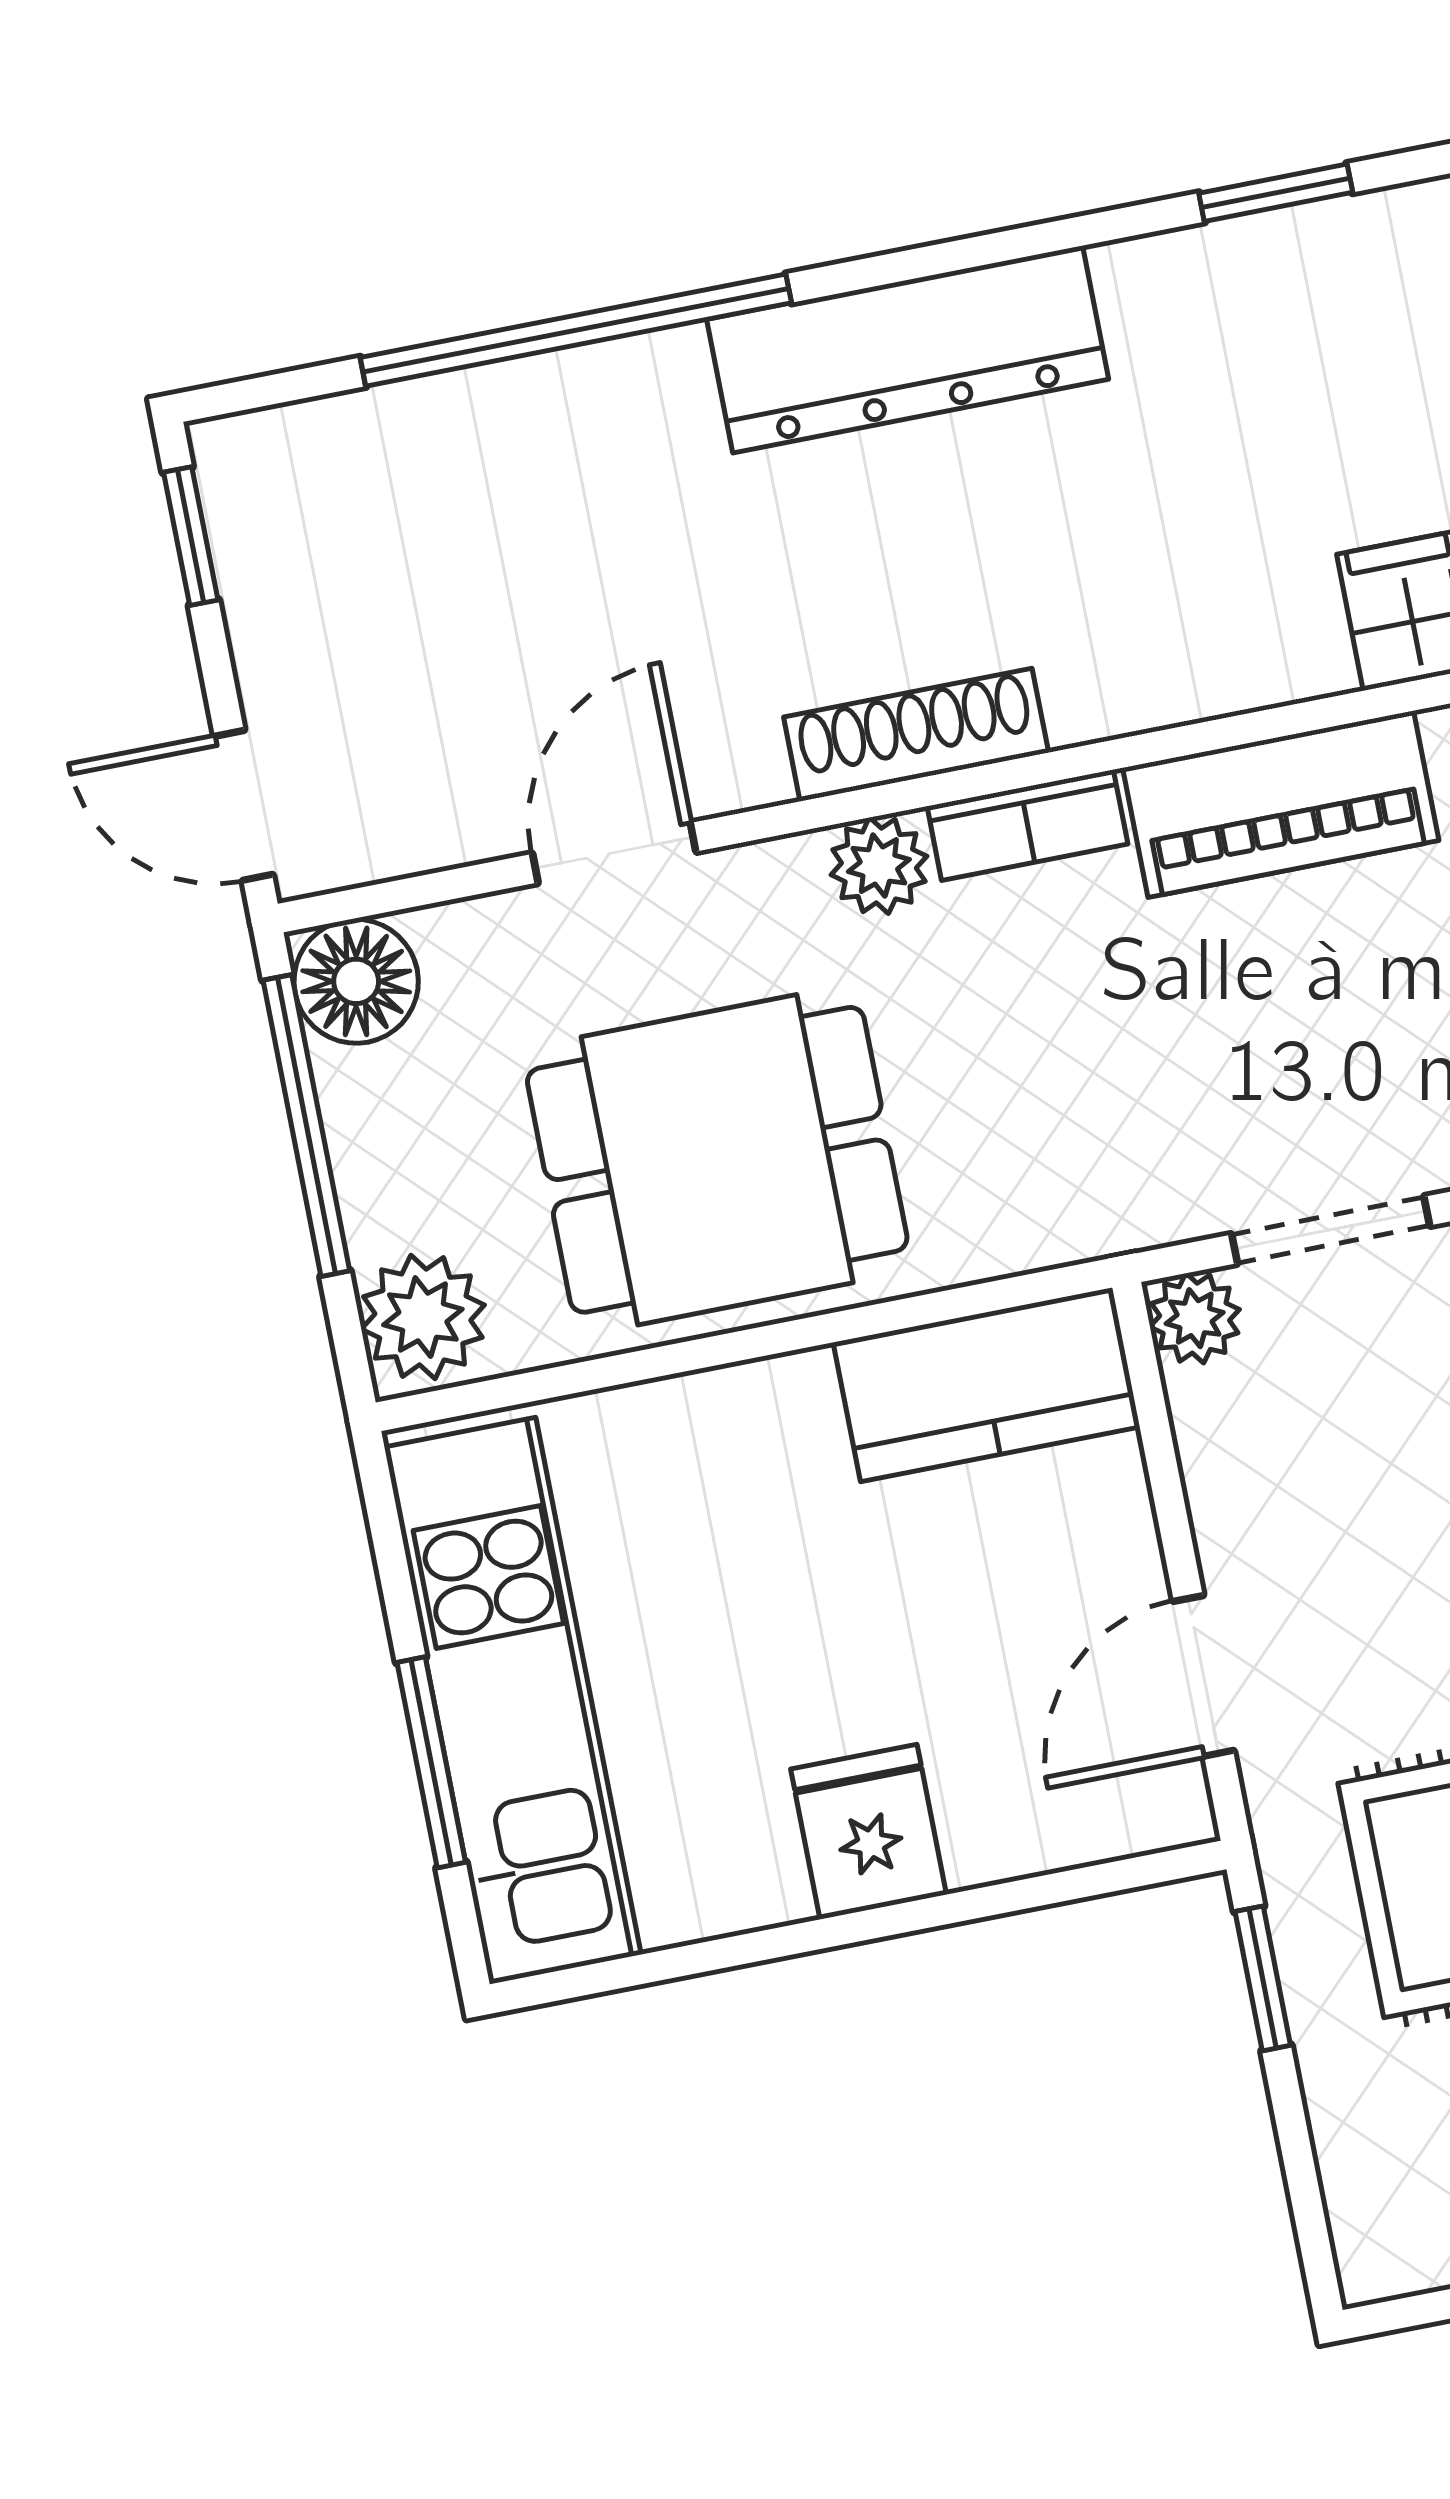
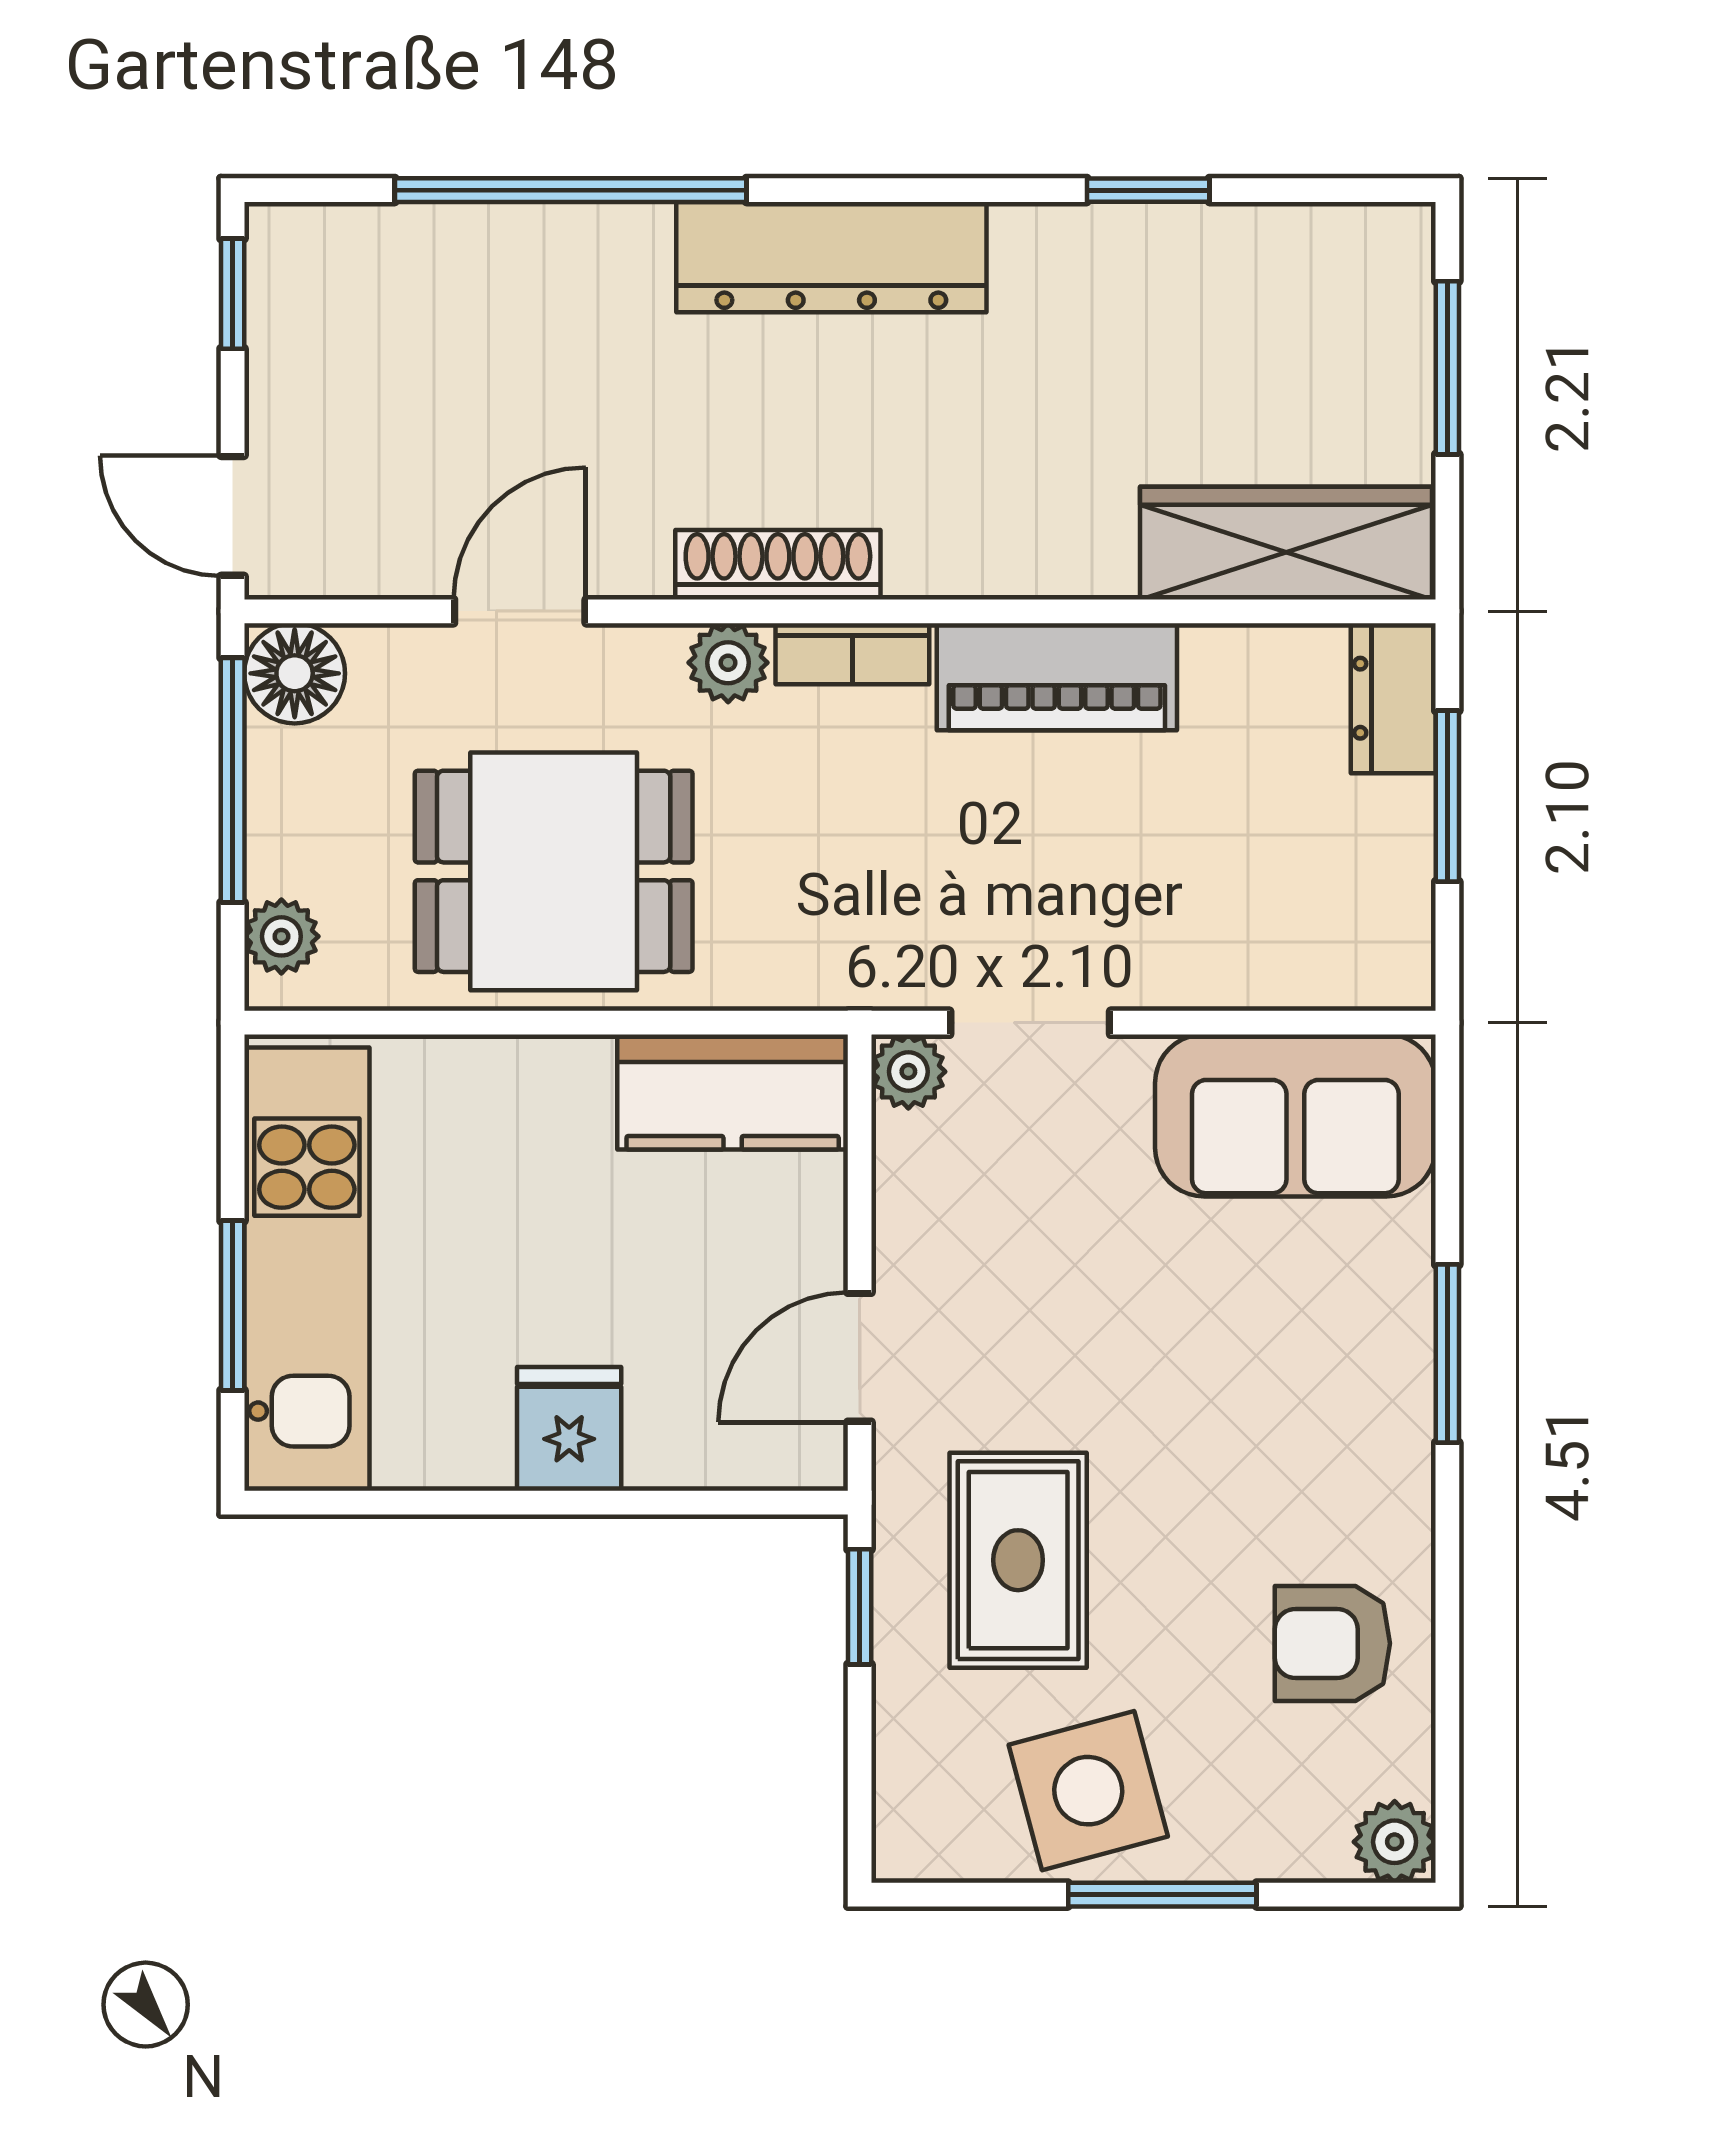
plant: (423, 1317) -> (281, 936), width x0.73, depth x0.73

